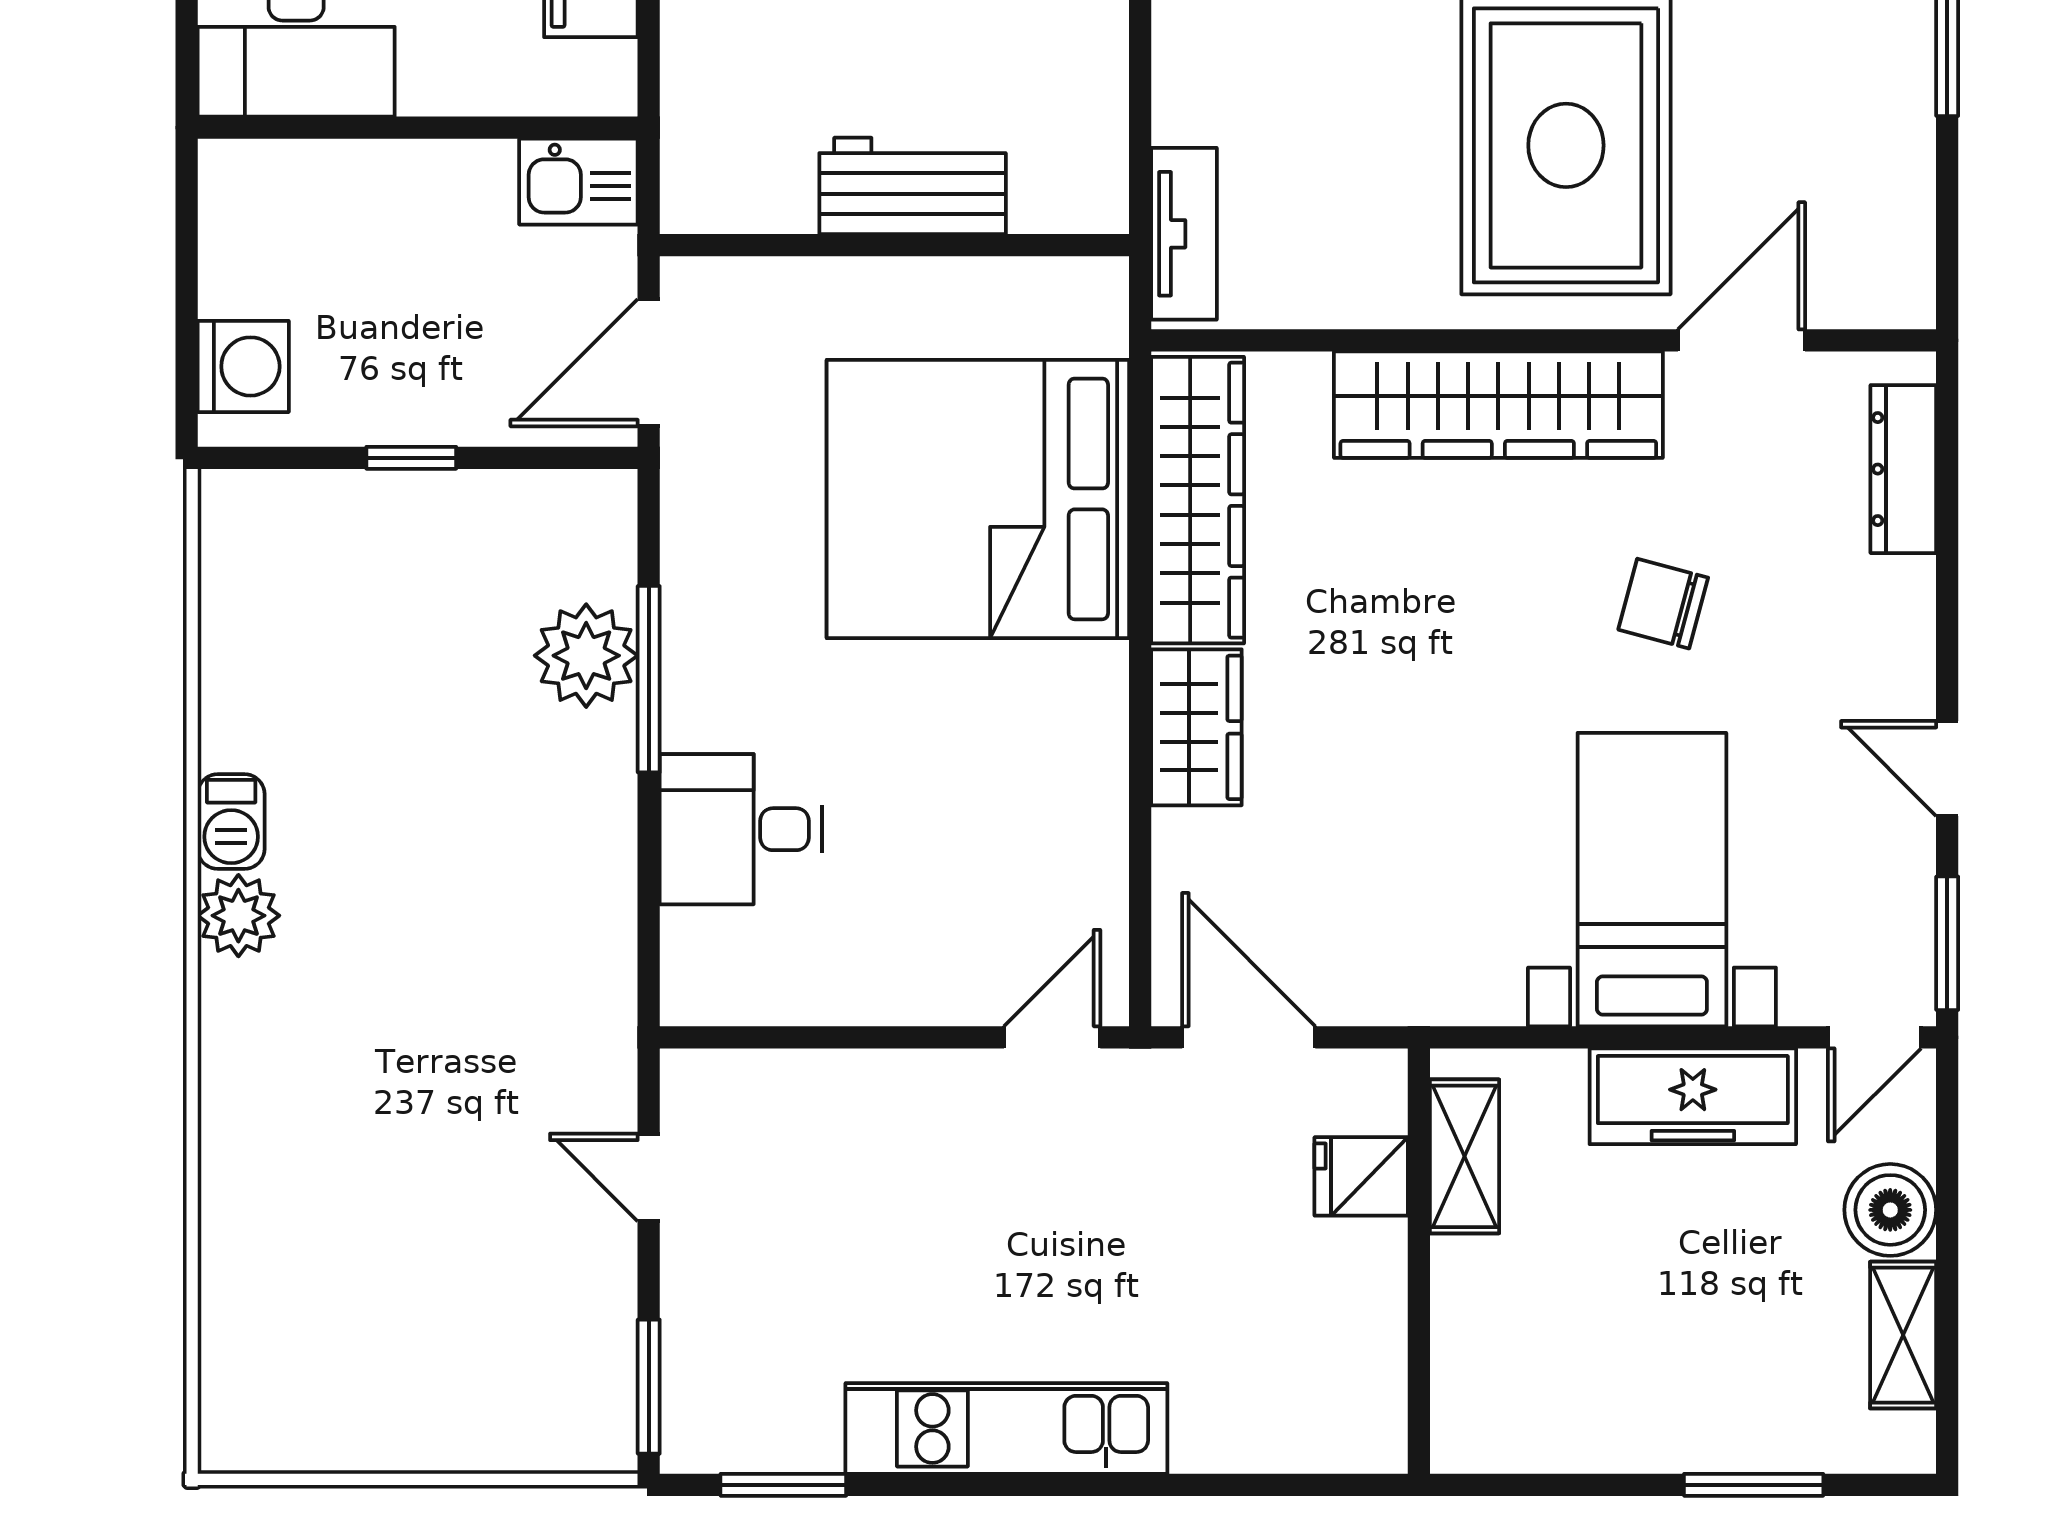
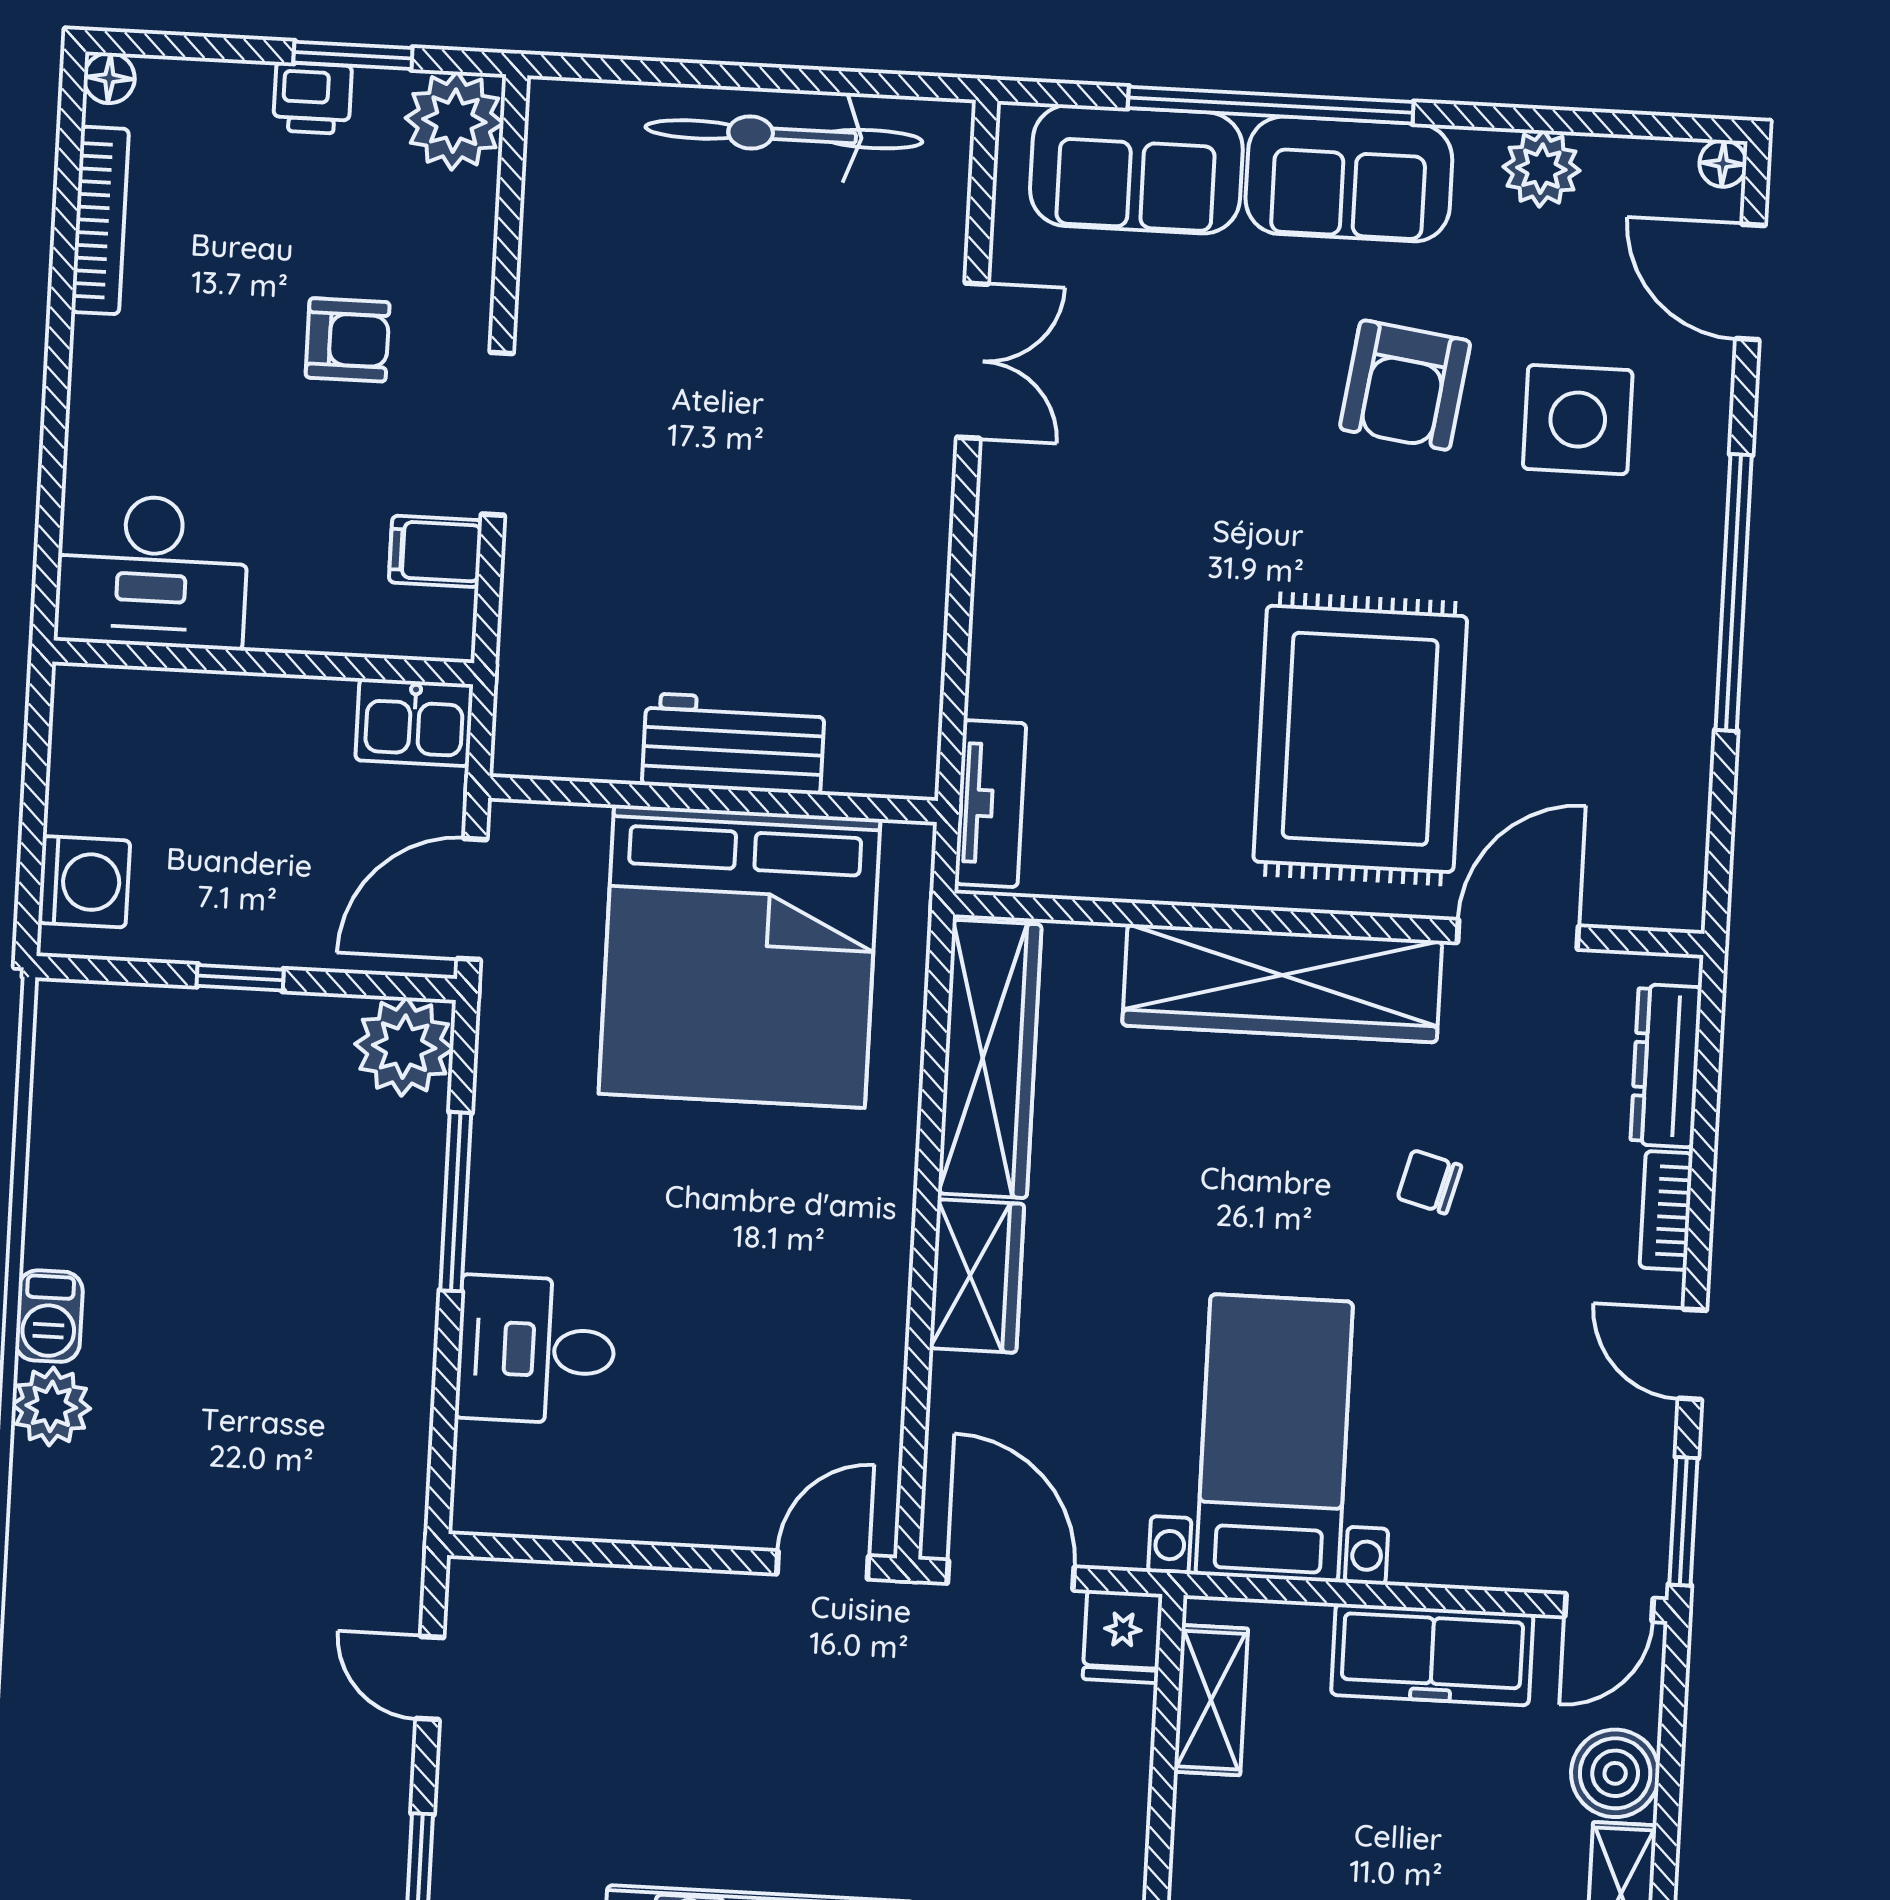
bed: (978, 499) -> (739, 956), moved, turned -90
chair: (1663, 604) -> (1429, 1182), width x0.73, depth x0.73
bookcase: (1912, 620) -> (1666, 1211), added
plant: (586, 656) -> (404, 1047), moved
bed with nightstands: (1652, 880) -> (1274, 1438), moved
fridge: (1361, 1176) -> (1122, 1637), moved, turned -90

